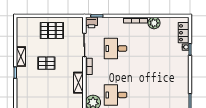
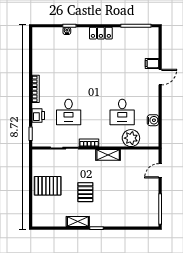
printer: (91, 22) -> (38, 115), moved
plant: (154, 23) -> (39, 67), removed
pallet: (52, 31) -> (48, 186), turned 90
locker: (184, 33) -> (101, 33), moved

